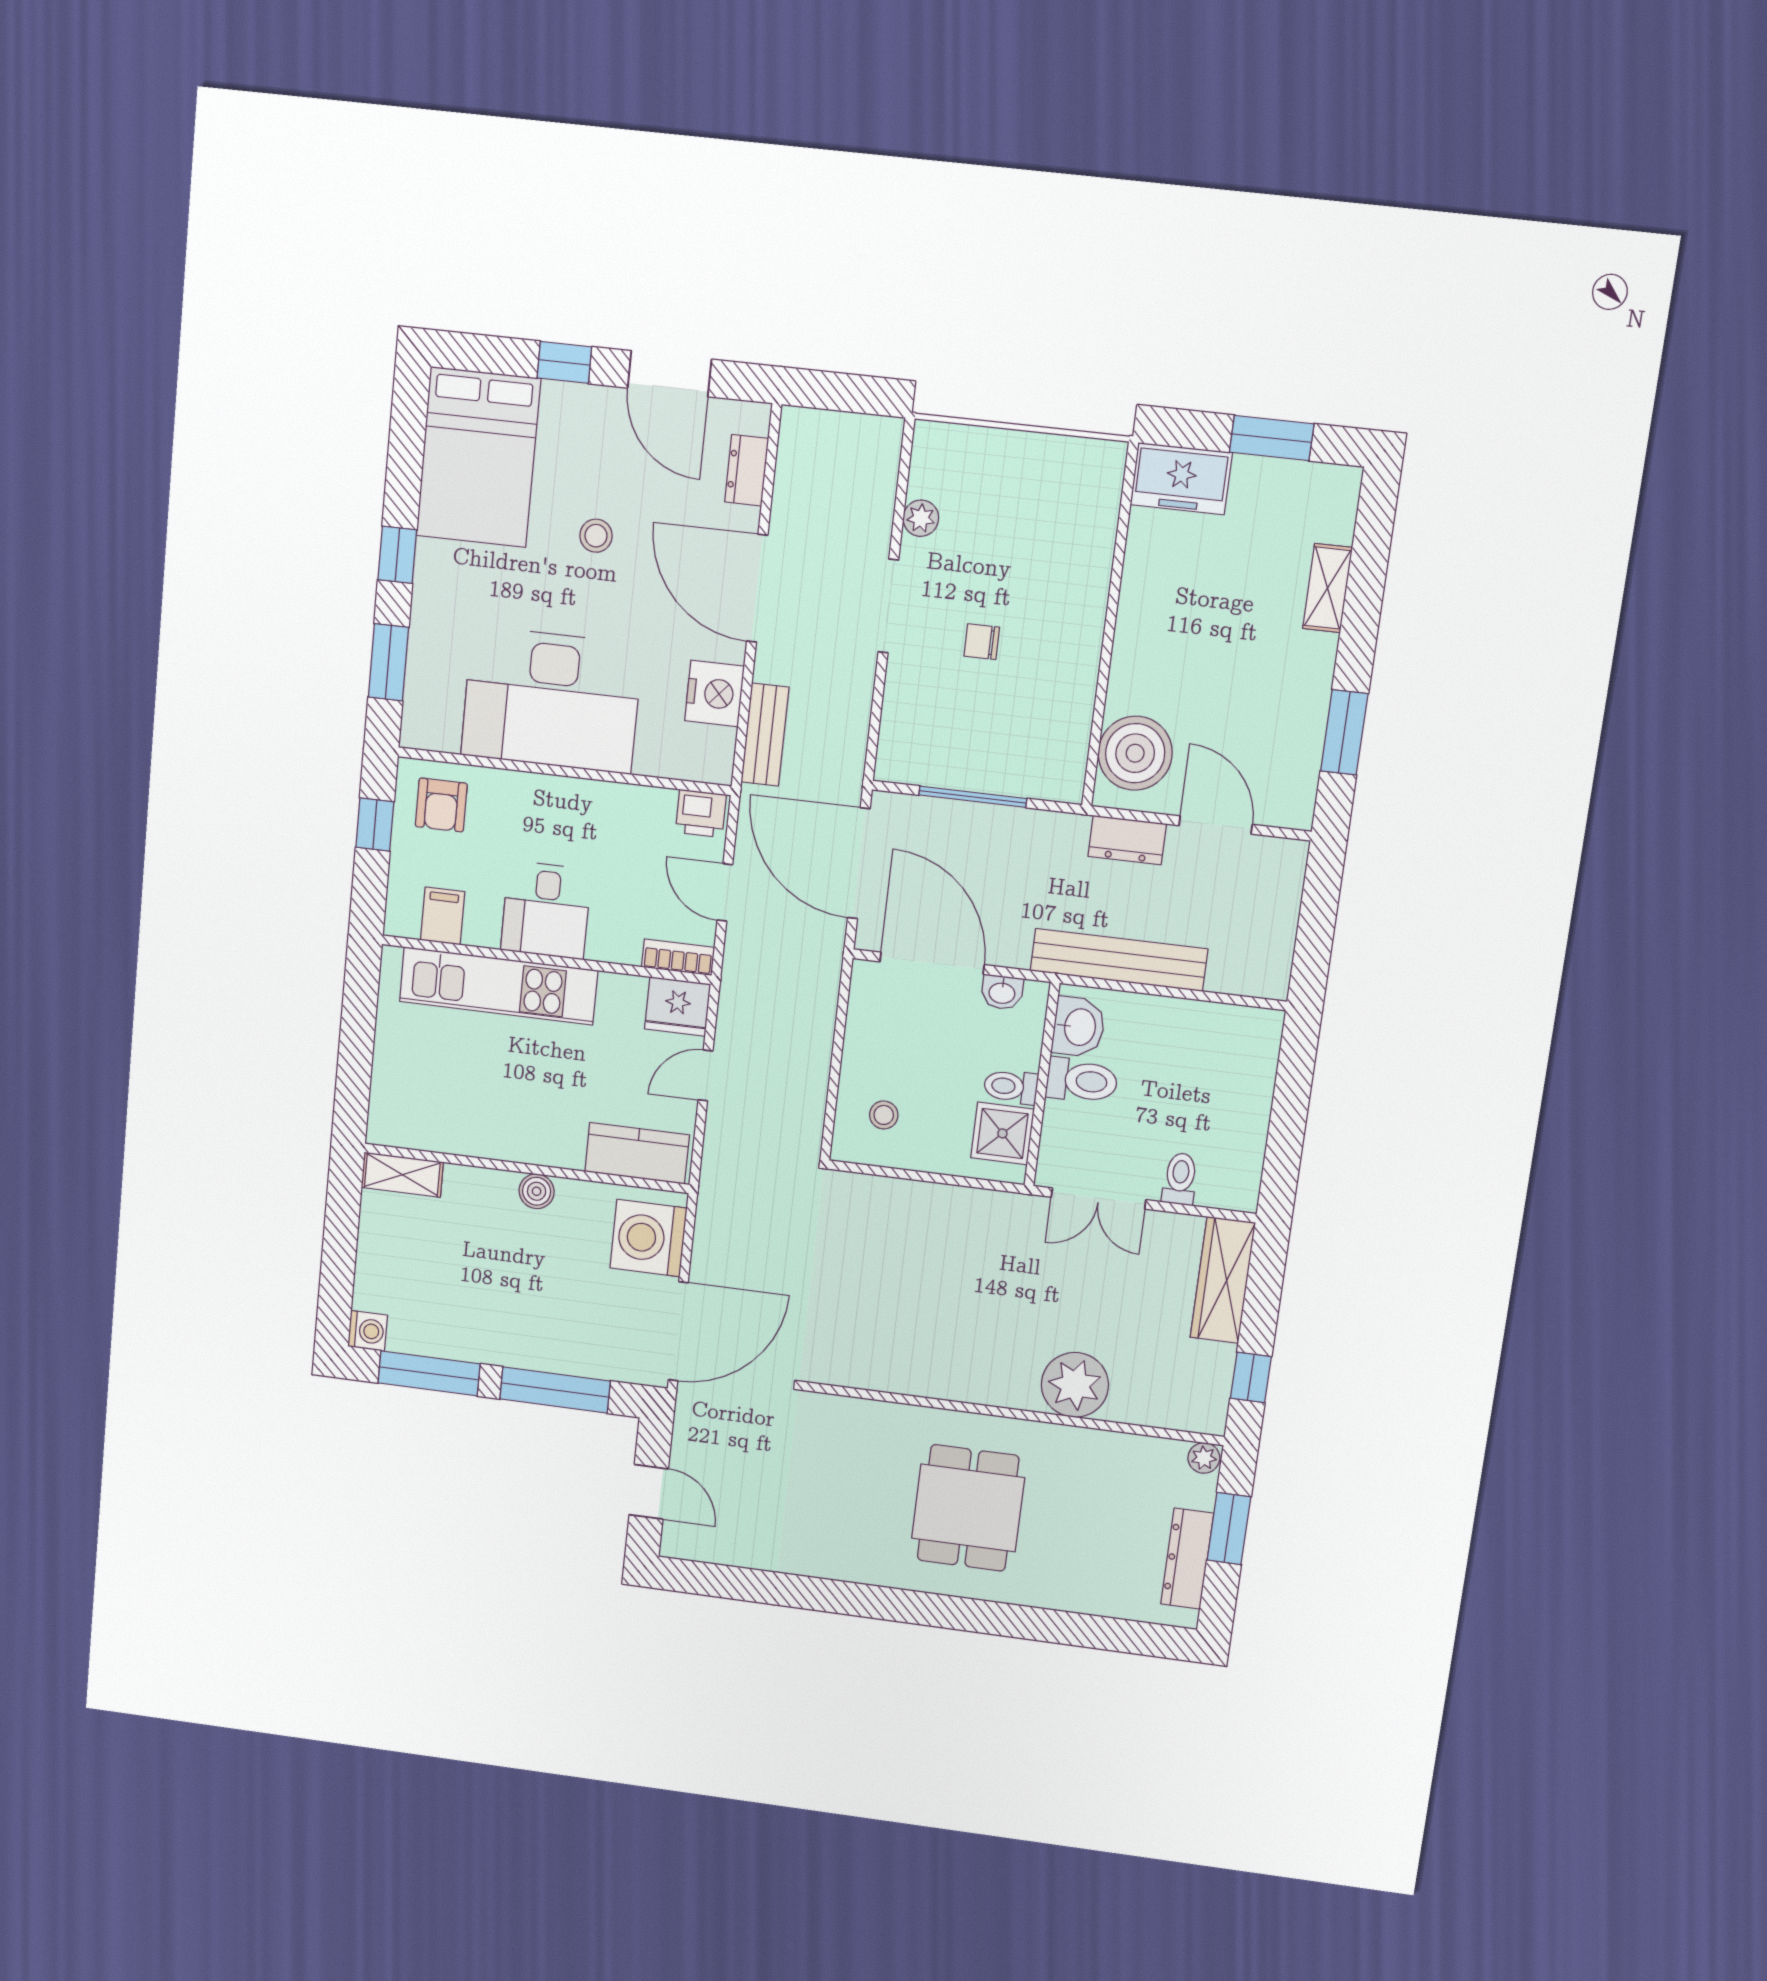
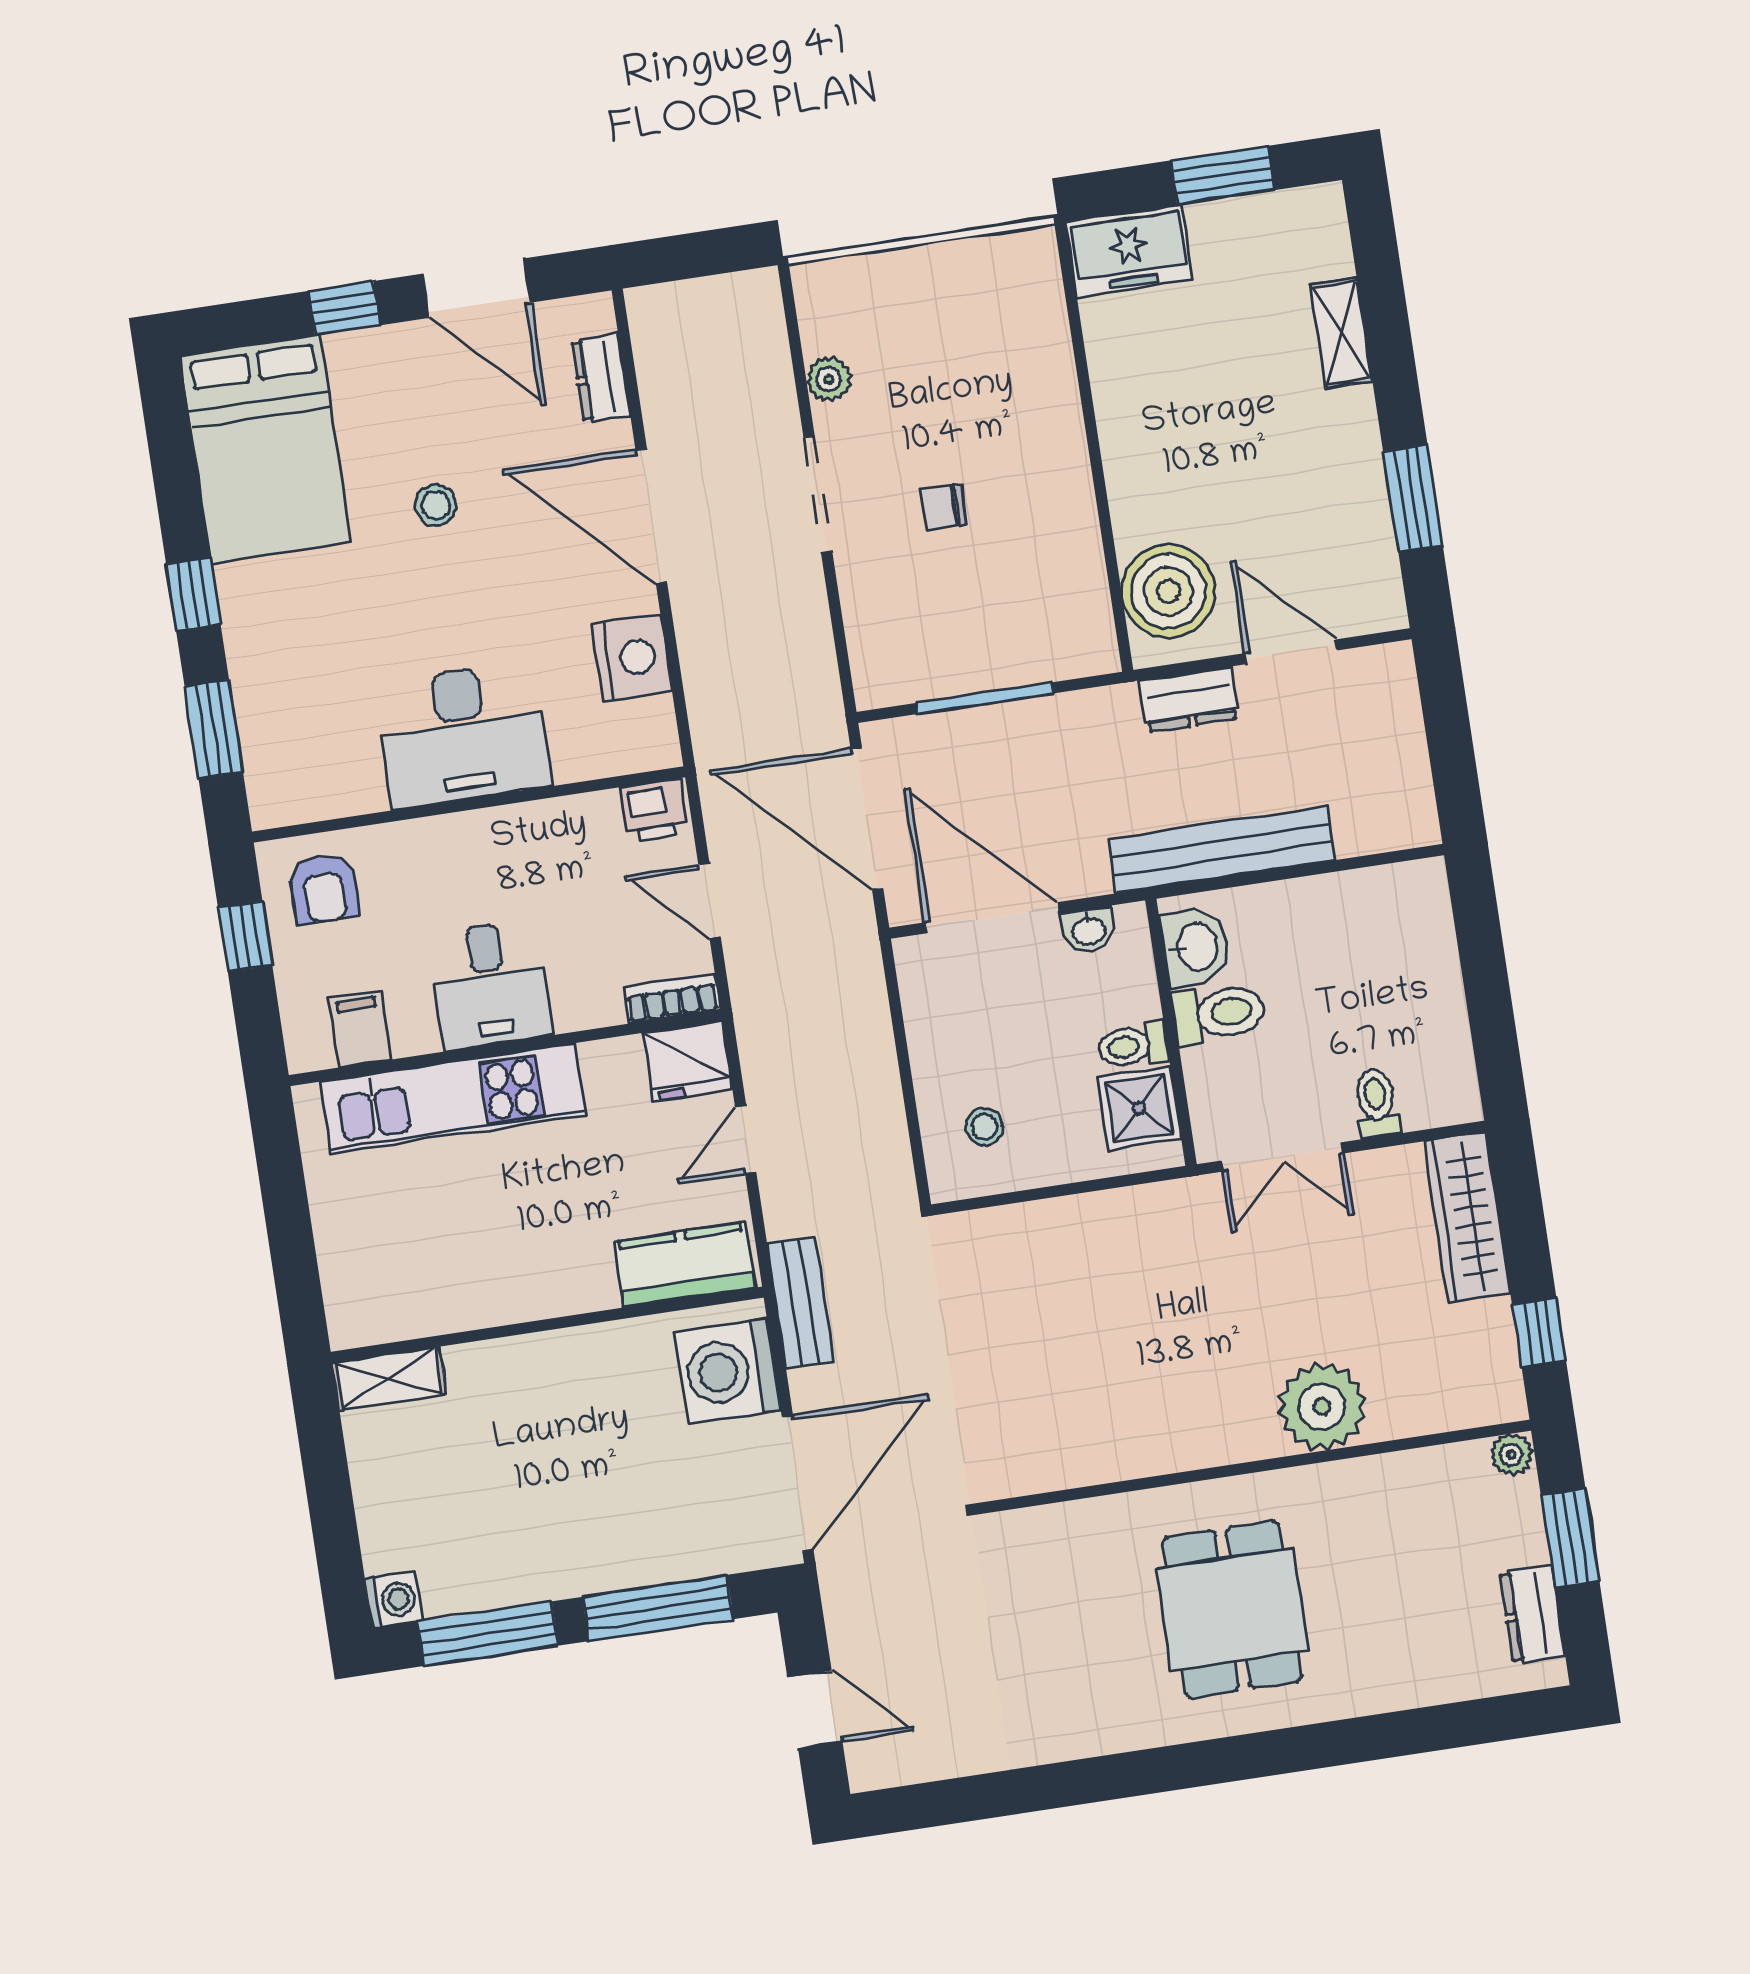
desk: (551, 700) -> (463, 735), width x0.73, depth x0.77
bench: (765, 735) -> (800, 1303), moved
boiler: (537, 1191) -> (568, 1351), removed
dresser: (1187, 1559) -> (1532, 1614), width x0.70

